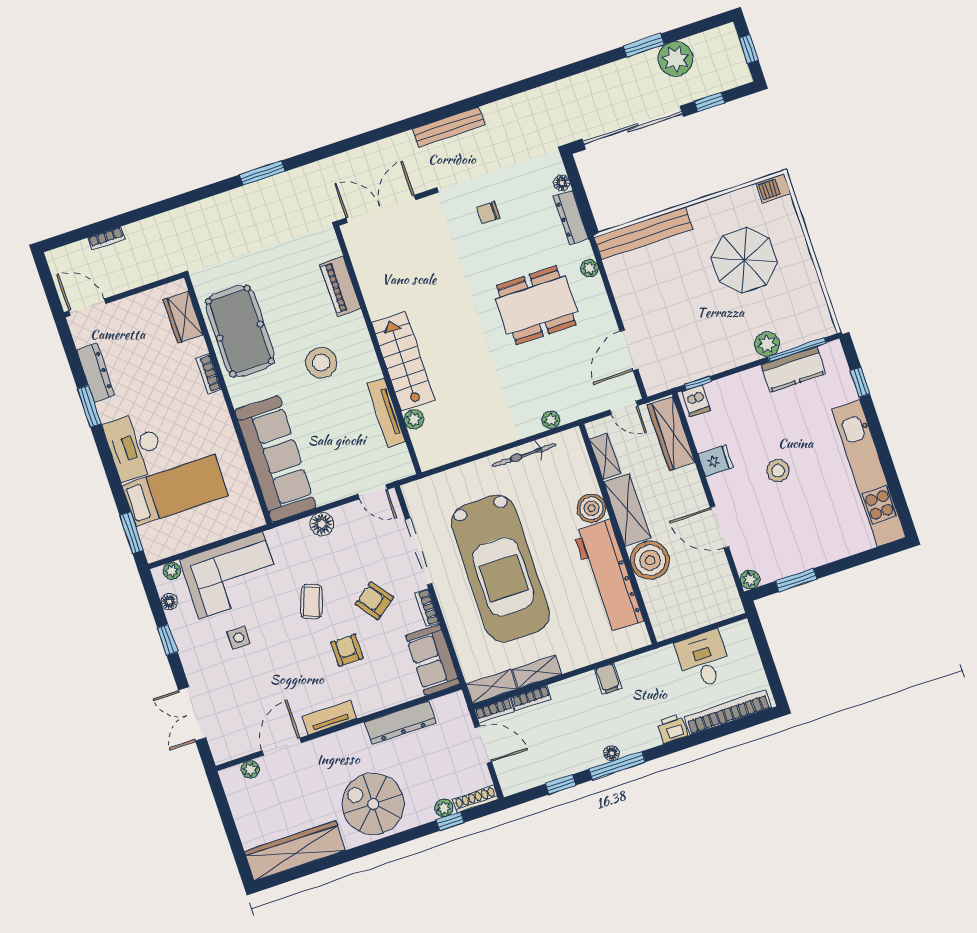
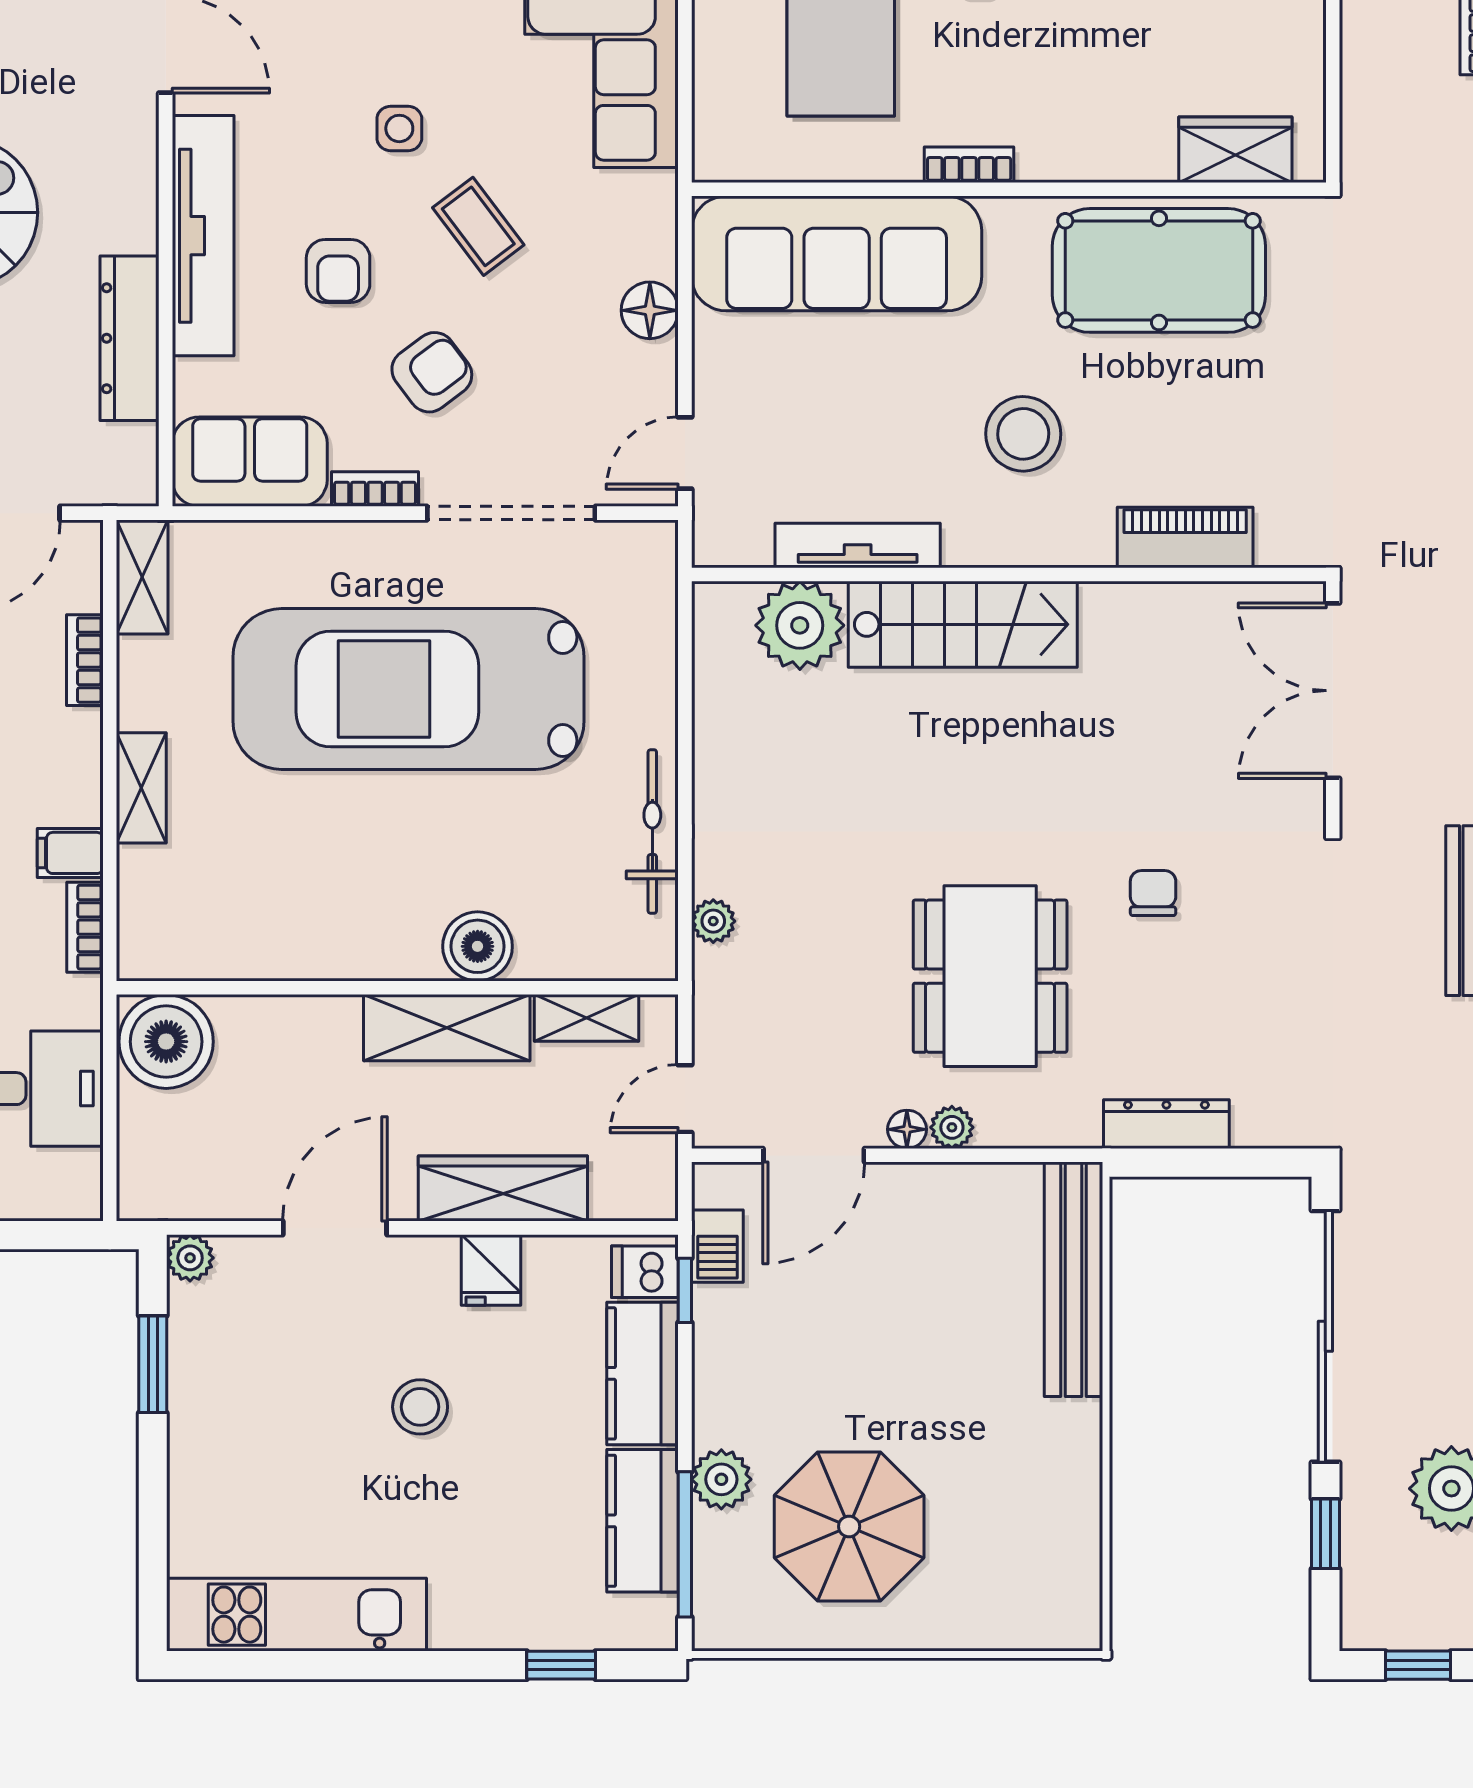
floor lamp: (562, 183) -> (907, 1129), moved
barbecue: (773, 188) -> (717, 1246), moved, turned 180
double door: (381, 209) -> (1333, 691), swing flipped
chair: (488, 213) -> (1153, 893), moved
parasol: (744, 260) -> (849, 1526), moved
plant: (589, 268) -> (952, 1127), moved
door: (629, 350) -> (814, 1155), swing flipped
bookcase: (209, 374) -> (969, 165), moved
kitchen counter: (736, 388) -> (643, 1373), added
plant: (414, 419) -> (800, 625), width x1.88, depth x1.88
wardrobe: (671, 433) -> (503, 1188), moved
kitchen unit: (869, 473) -> (297, 1615), width x0.73
boiler: (650, 560) -> (166, 1042), moved
workbench: (609, 576) -> (307, 933), removed
coffee table: (311, 602) -> (478, 226), turned 33
side table: (239, 638) -> (399, 128), moved
armchair: (347, 650) -> (338, 271), turned 90
shelving: (537, 672) -> (141, 788), moved
bookcase: (494, 710) -> (85, 927), moved
tv unit: (329, 717) -> (203, 236), width x1.92, depth x1.29

